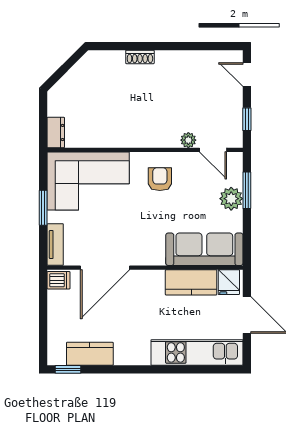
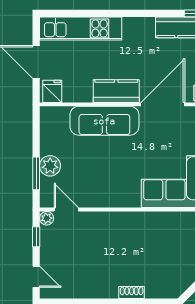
plant: (188, 140) -> (47, 218), moved
armchair: (160, 179) -> (114, 183), removed
sofa: (204, 249) -> (104, 121), moved
kitchen counter: (191, 282) -> (116, 91), moved

